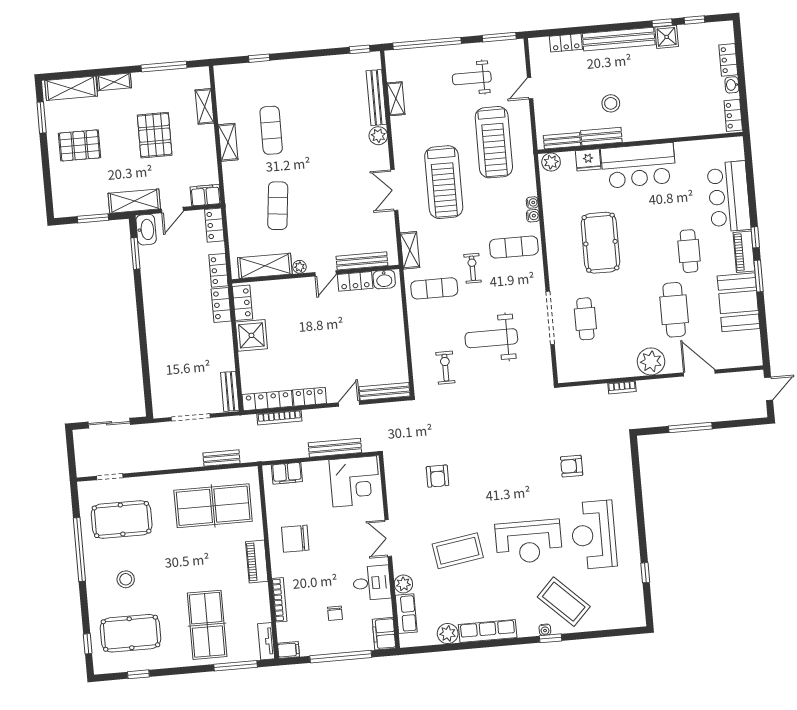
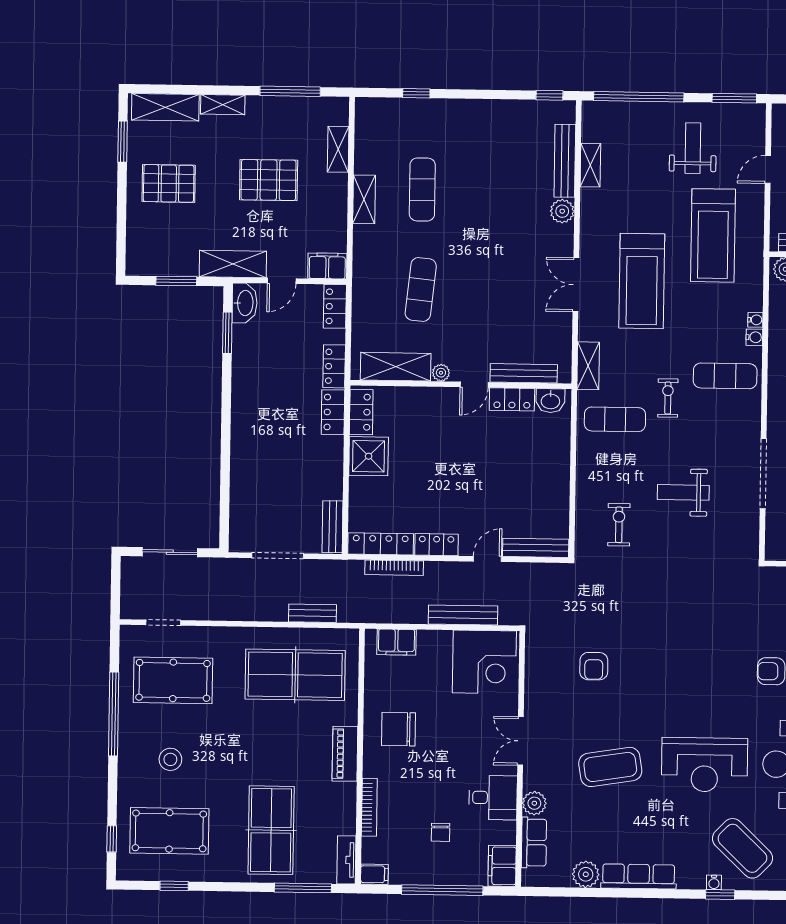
weight bench: (472, 78) -> (693, 148), turned 90
pallet: (155, 135) -> (269, 180), turned 90
weight bench: (491, 338) -> (683, 492), width x0.73, depth x0.75

